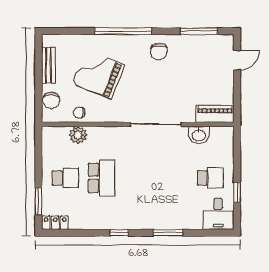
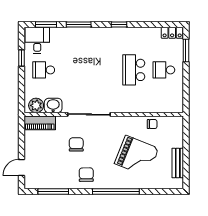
chair: (51, 100) -> (76, 144), moved
plant: (78, 135) -> (36, 105), moved
window: (207, 233) -> (46, 24), added

